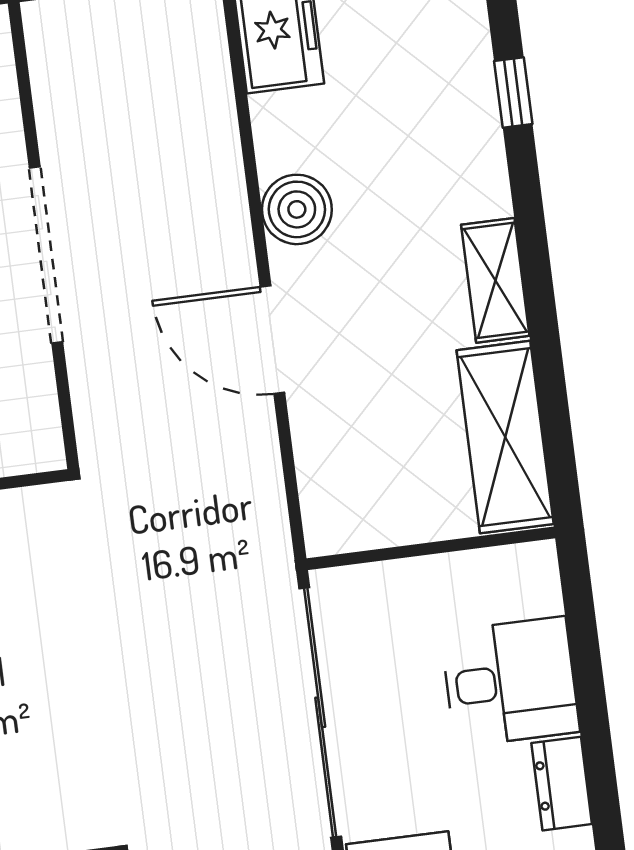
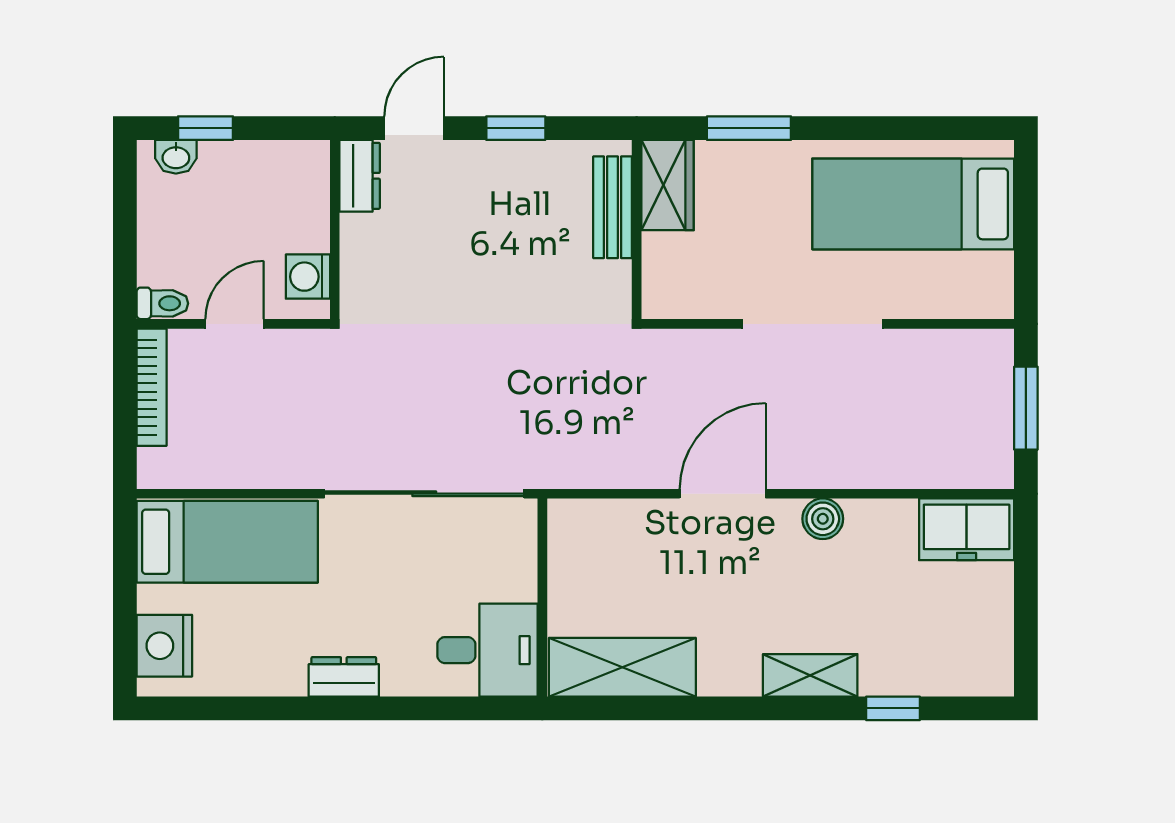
boiler: (297, 209) -> (823, 519), width x0.73, depth x0.73
shelving: (495, 280) -> (810, 675), moved
desk: (510, 682) -> (487, 650), moved, turned -90

